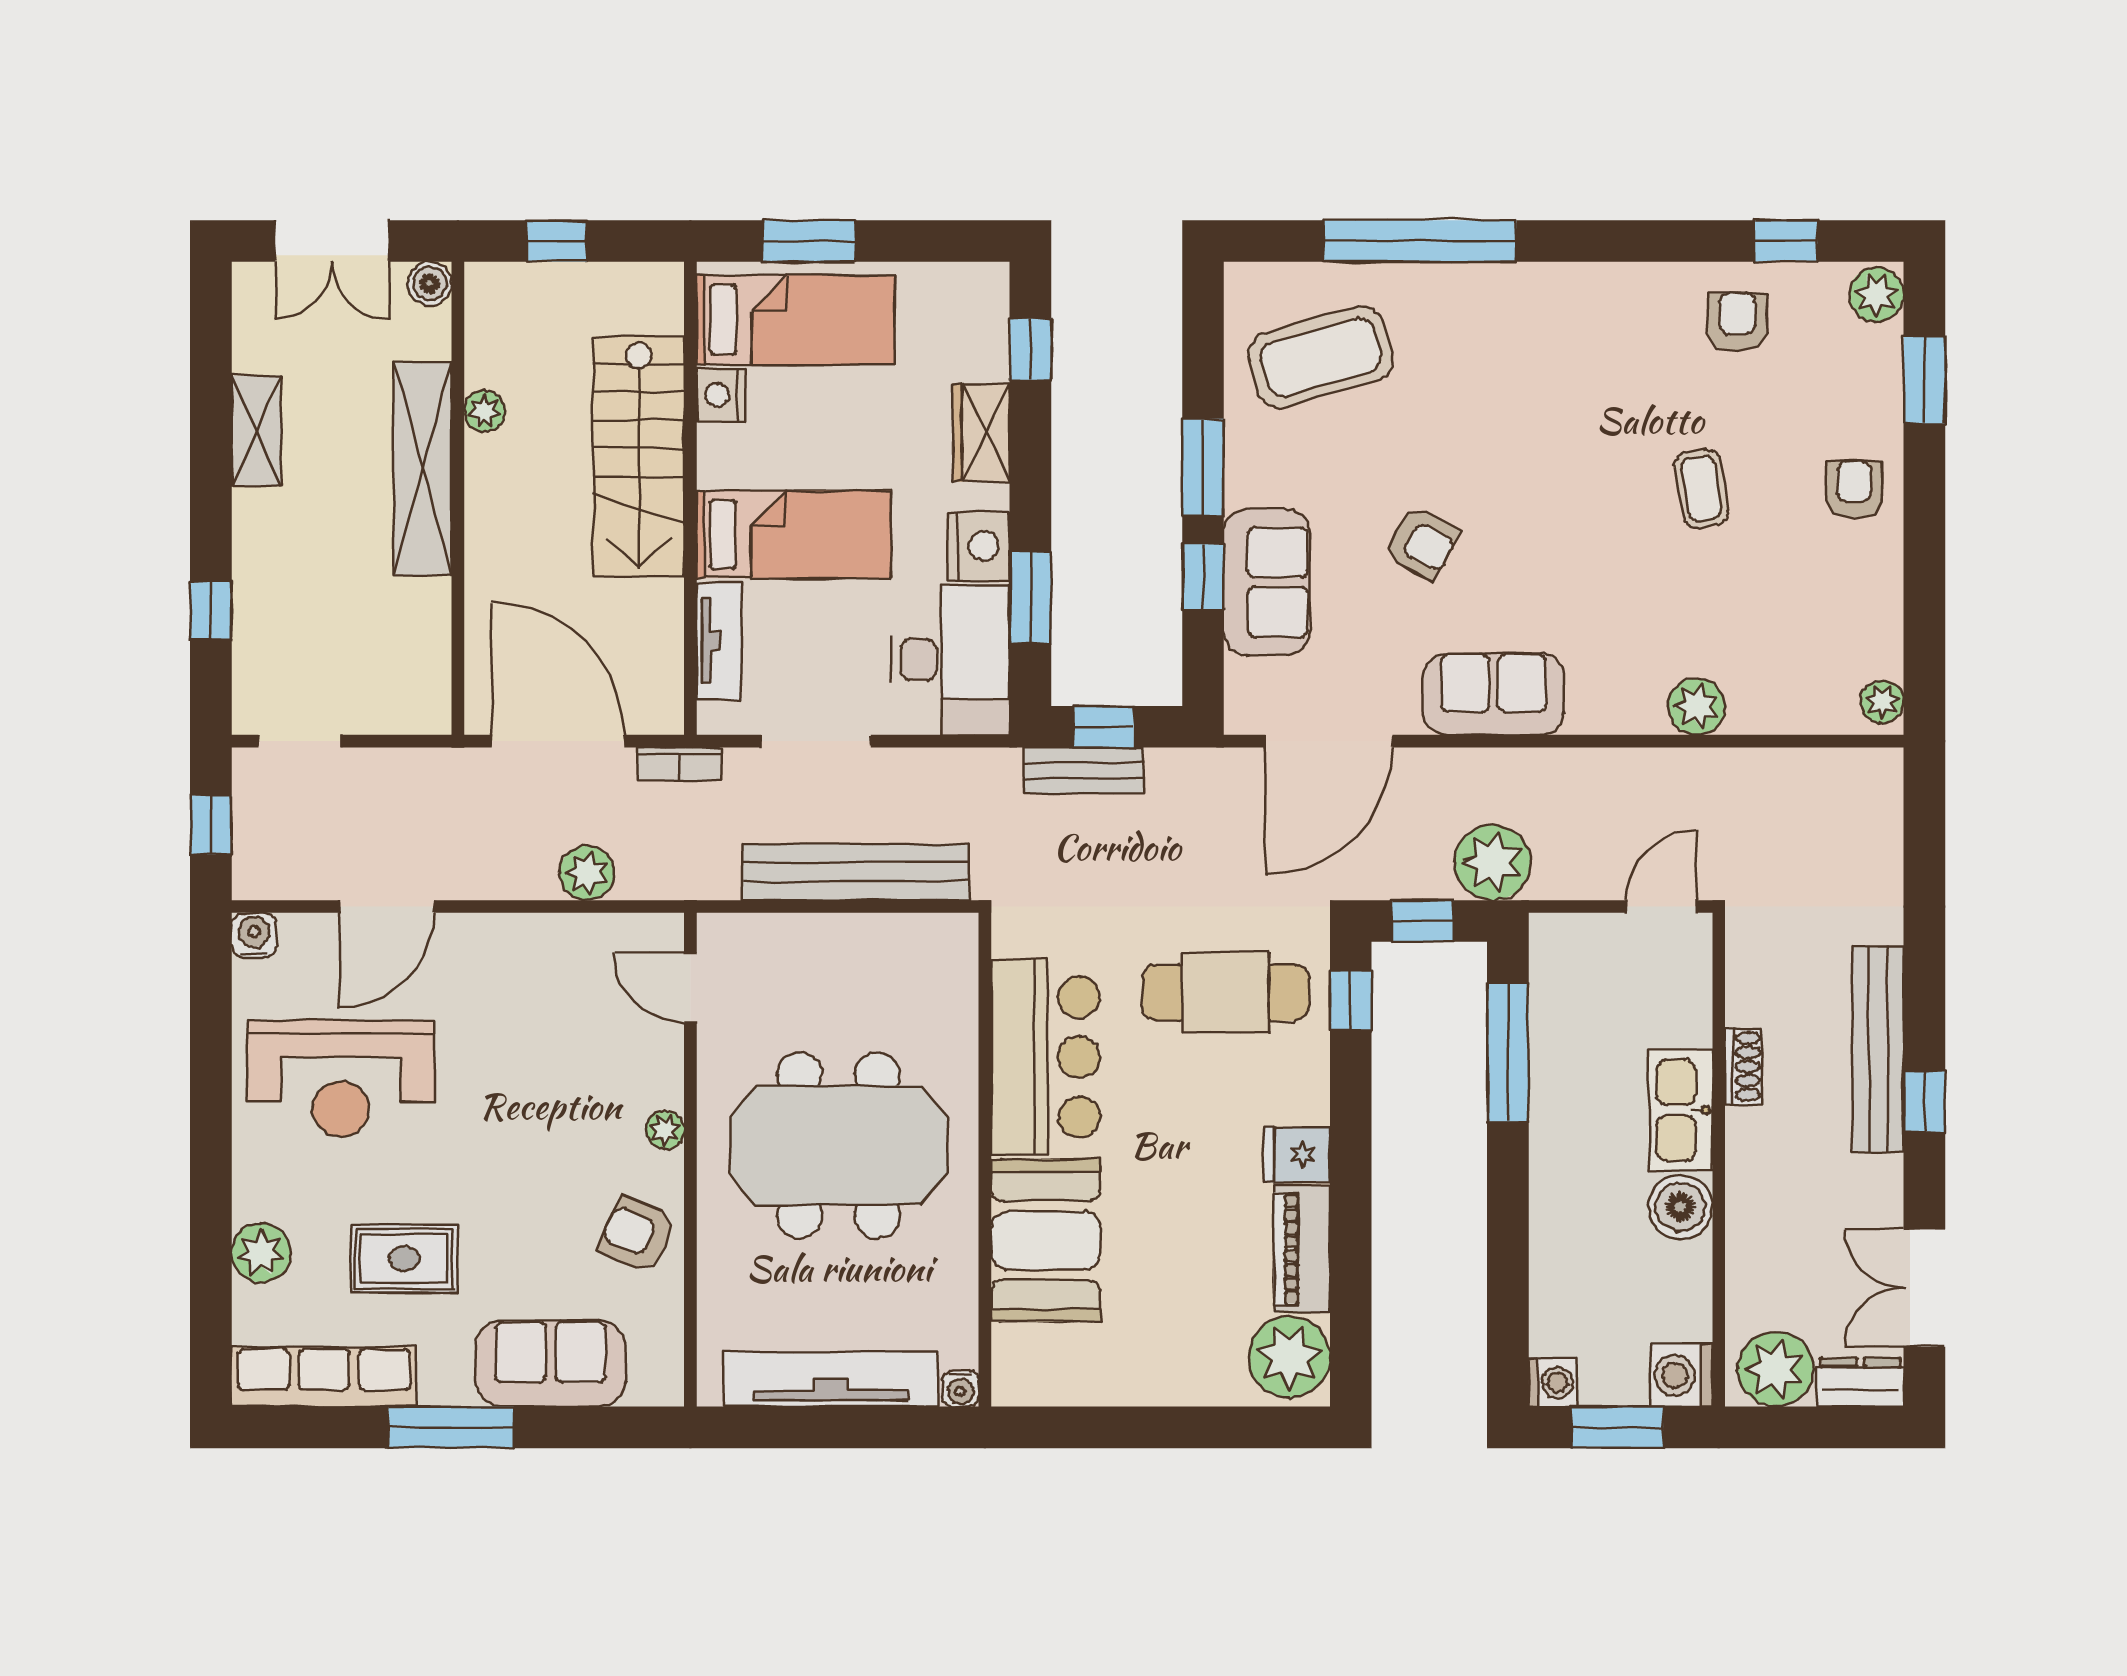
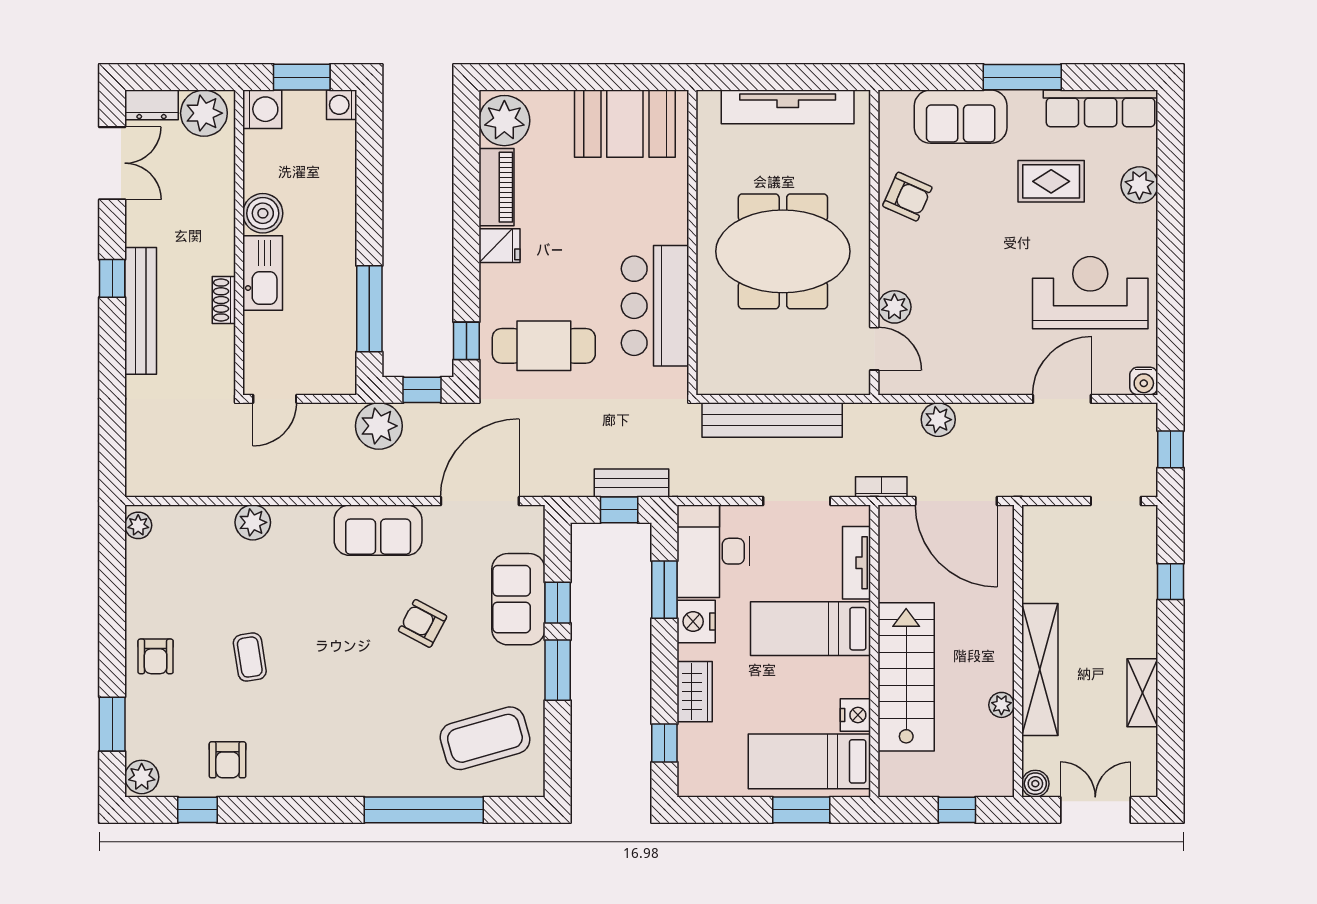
plant: (665, 1130) -> (894, 307), moved, width x1.38, depth x1.38
booth: (1046, 1240) -> (625, 124), moved, turned 90
water cooler: (960, 1388) -> (707, 101), removed

